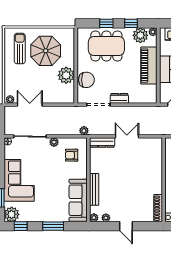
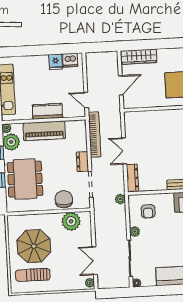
plant: (66, 75) -> (71, 221), moved
bookcase: (143, 111) -> (95, 135), added

